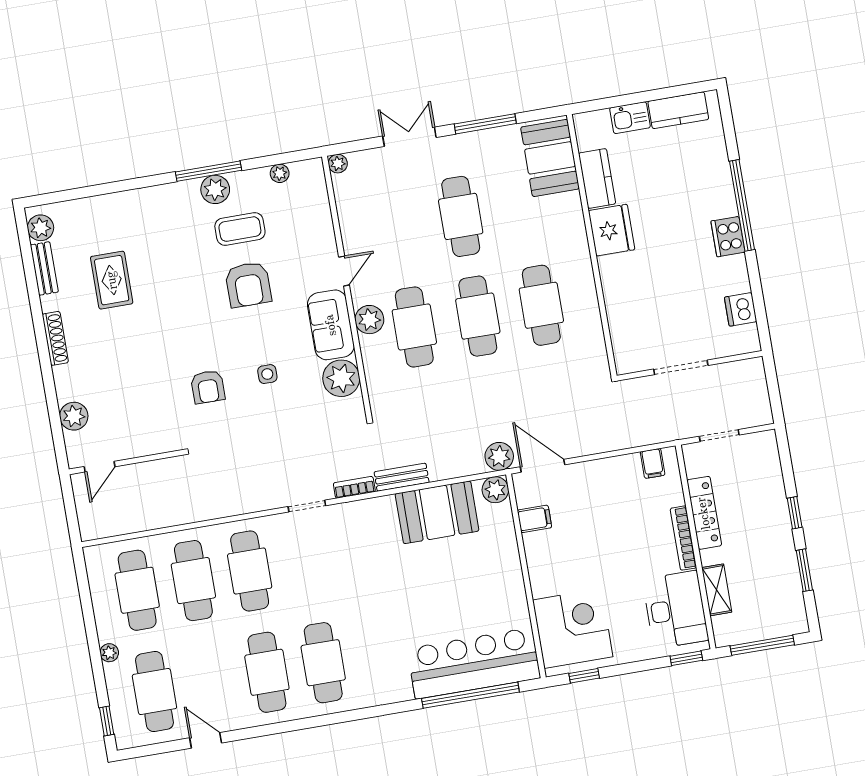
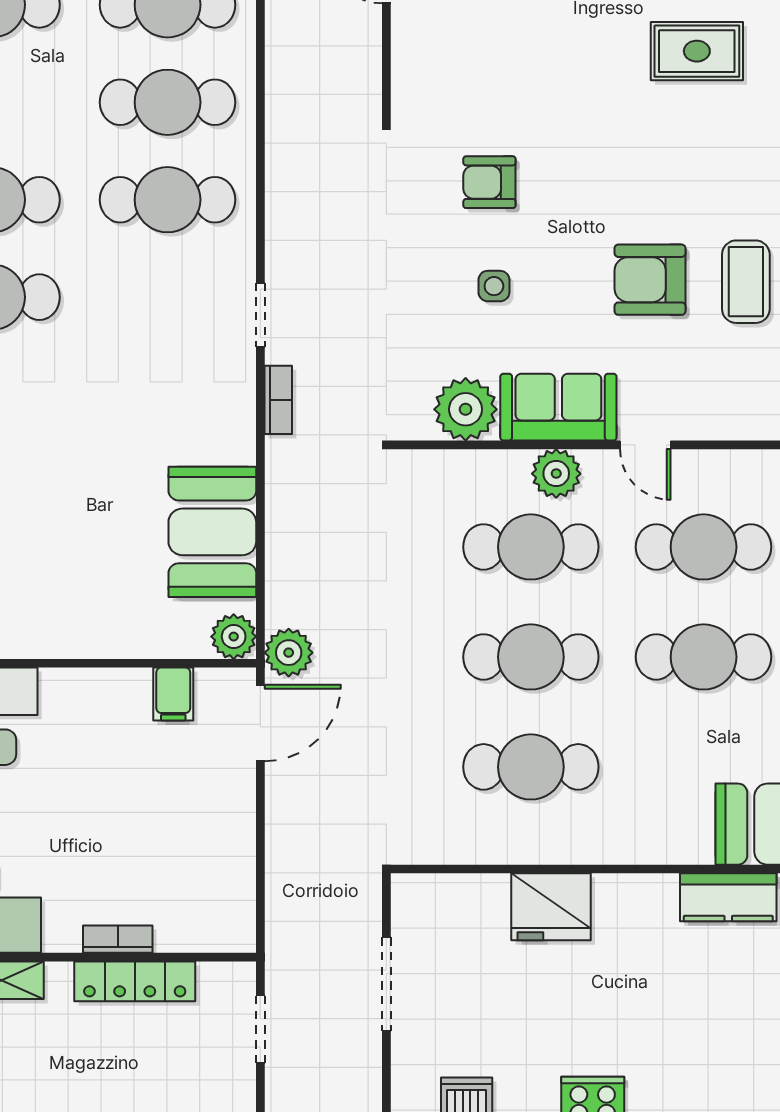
cafe table: (397, 227) -> (704, 547), added
fridge: (612, 230) -> (551, 907), moved
filing cabinet: (653, 463) -> (233, 909), removed
bench: (402, 477) -> (282, 482), removed
bookcase: (683, 538) -> (118, 939), width x0.64

